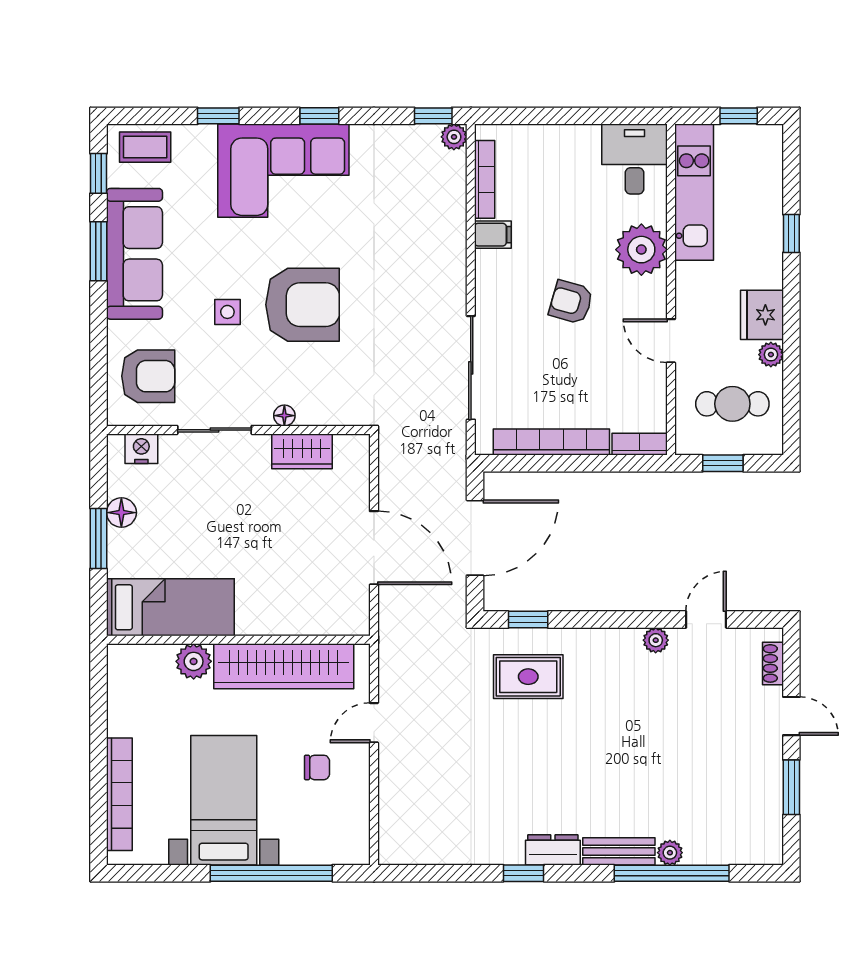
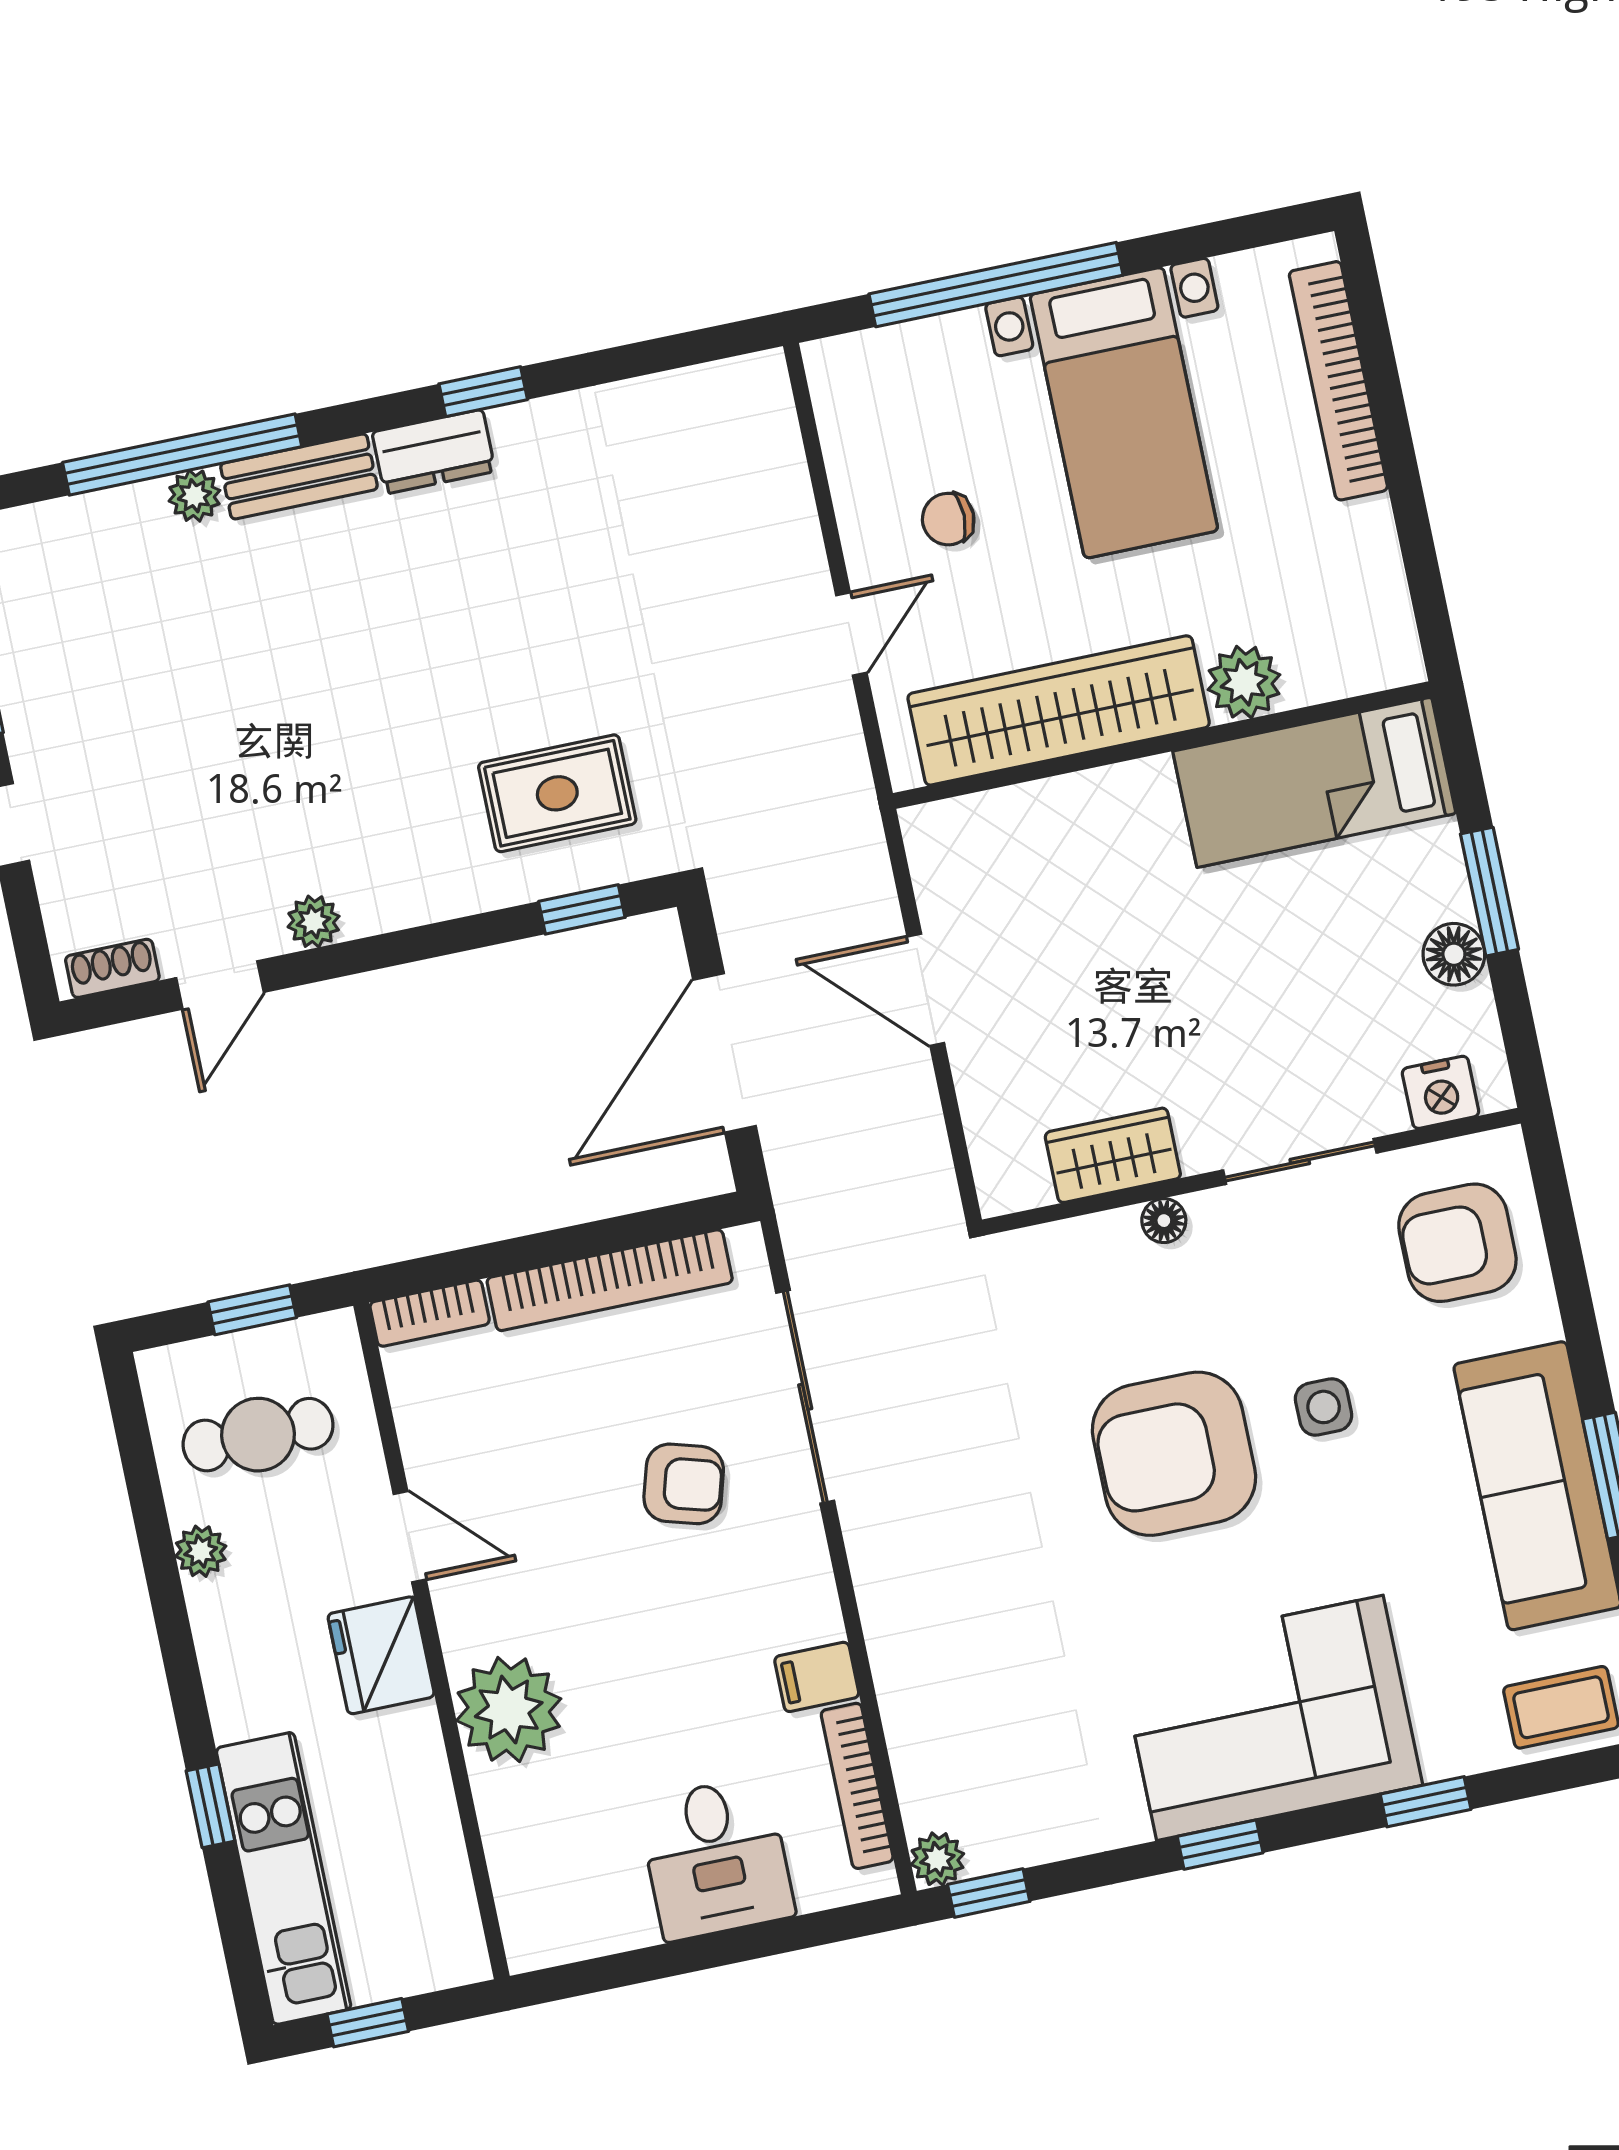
desk: (634, 159) -> (716, 1858), moved
kitchen unit: (694, 192) -> (284, 1878), moved, turned 180
armchair: (571, 302) -> (684, 1484), moved
fridge: (762, 315) -> (381, 1655), moved, turned 180
door: (374, 548) -> (926, 990), width x0.73
shoe rack: (773, 663) -> (112, 968), moved, turned -90

